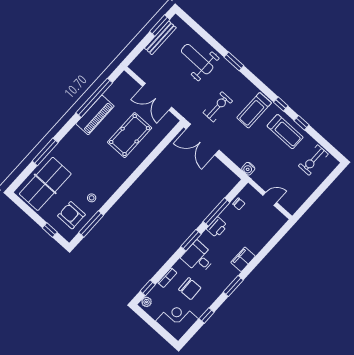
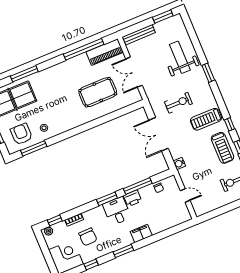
bench: (160, 38) -> (139, 35), moved
piano: (95, 115) -> (105, 52), moved
double door: (203, 140) -> (159, 134), moved
desk: (198, 258) -> (117, 211), moved

